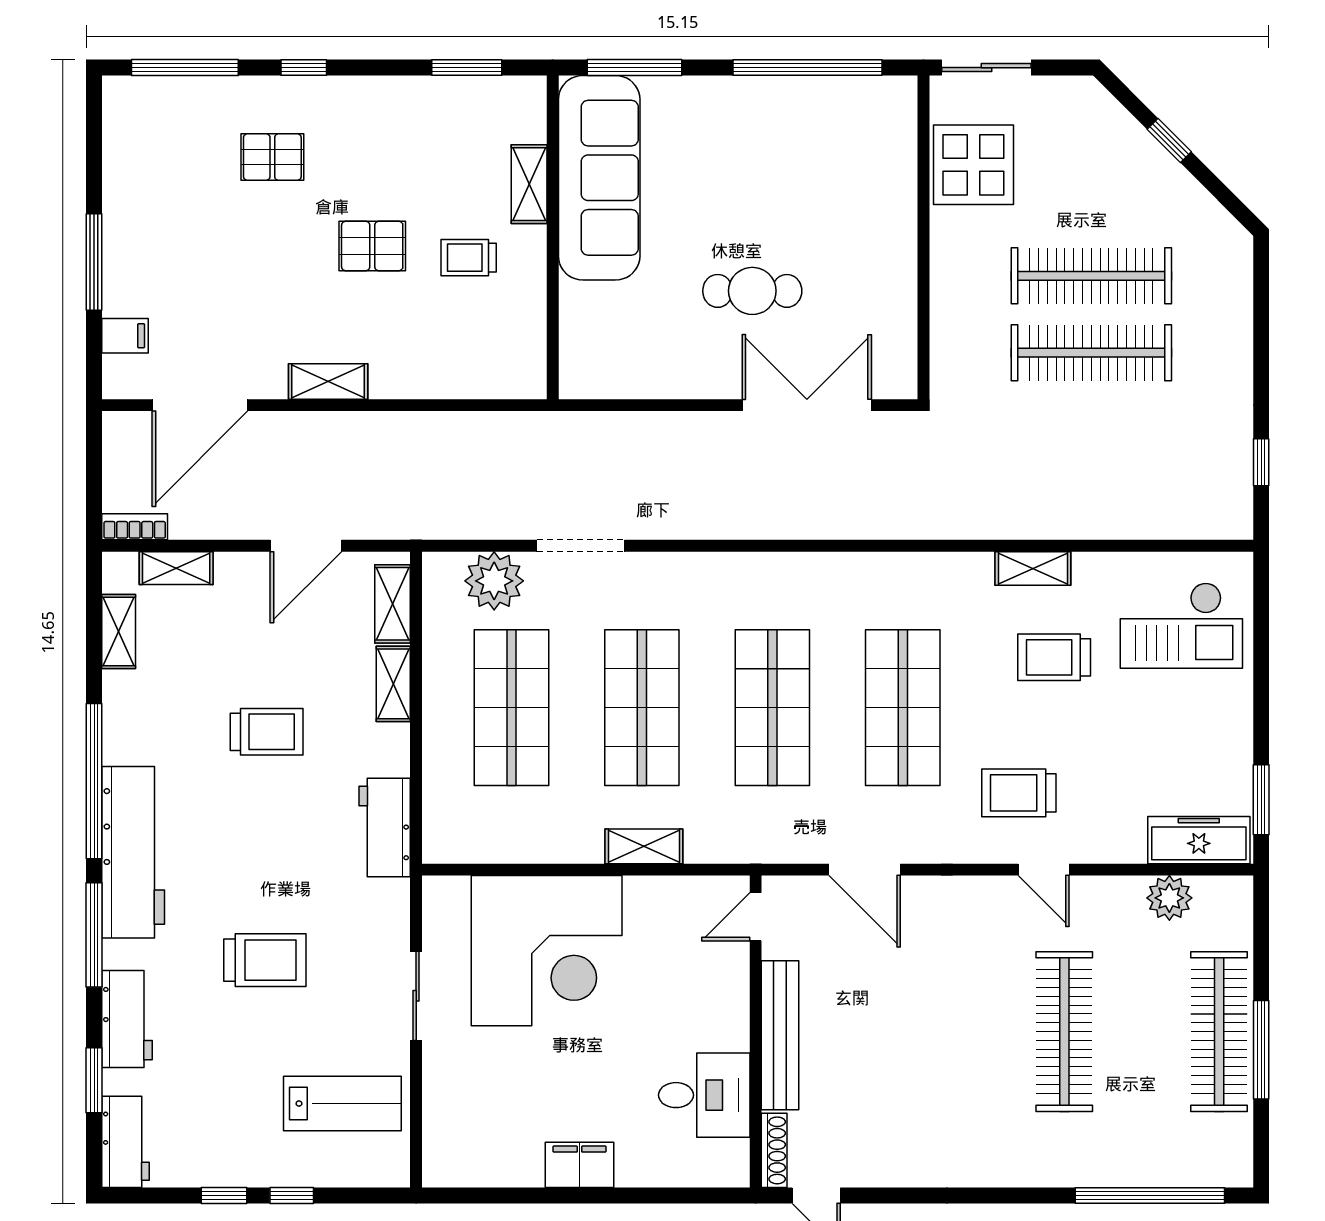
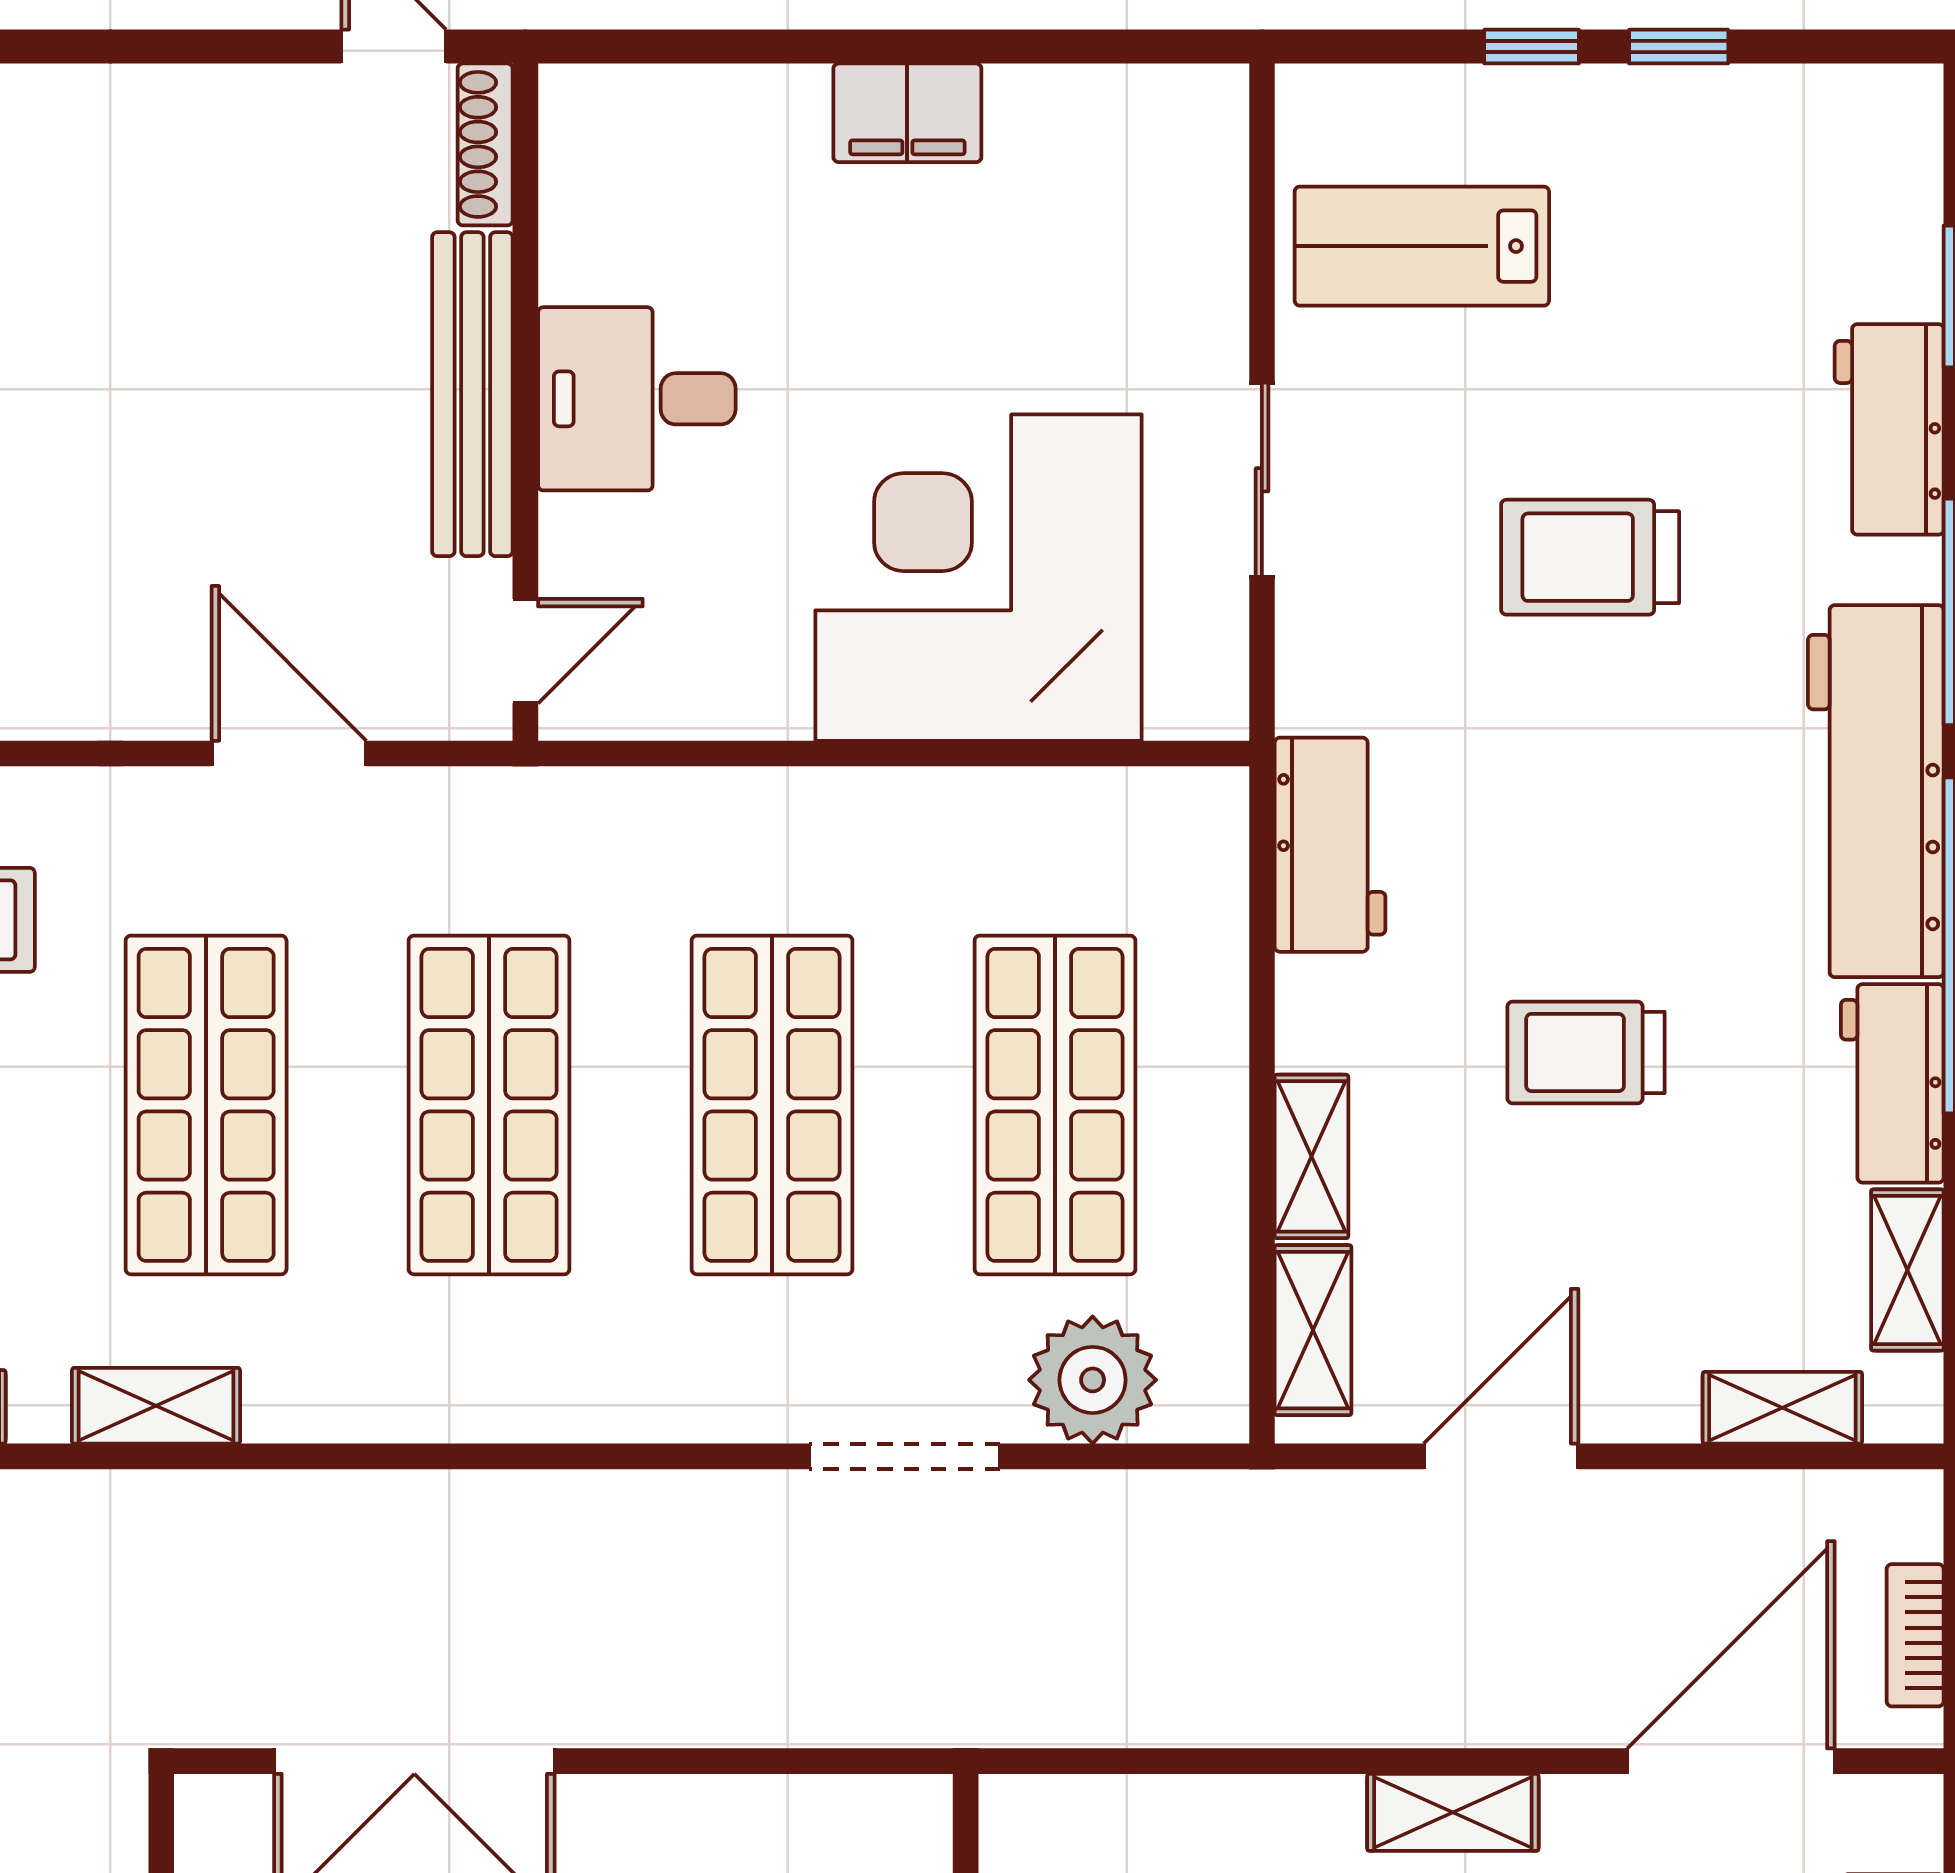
bookcase: (135, 527) -> (1915, 1635), moved, turned 90
shelving: (644, 846) -> (156, 1406), moved
desk: (704, 1095) -> (637, 399), moved
workbench: (125, 1142) -> (1892, 1083), moved

